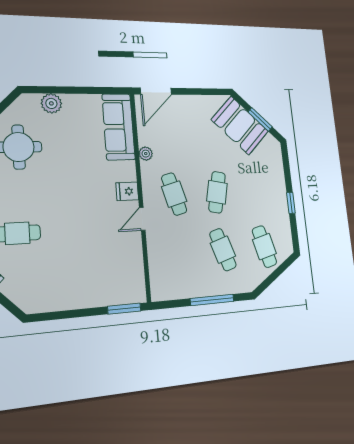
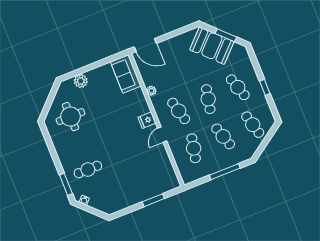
door: (156, 91) -> (145, 45), hinge flipped
sofa: (119, 127) -> (126, 74), width x0.73
cafe table: (258, 190) -> (238, 87), added
cafe table: (179, 253) -> (194, 148), added
window: (124, 309) -> (153, 200), moved

